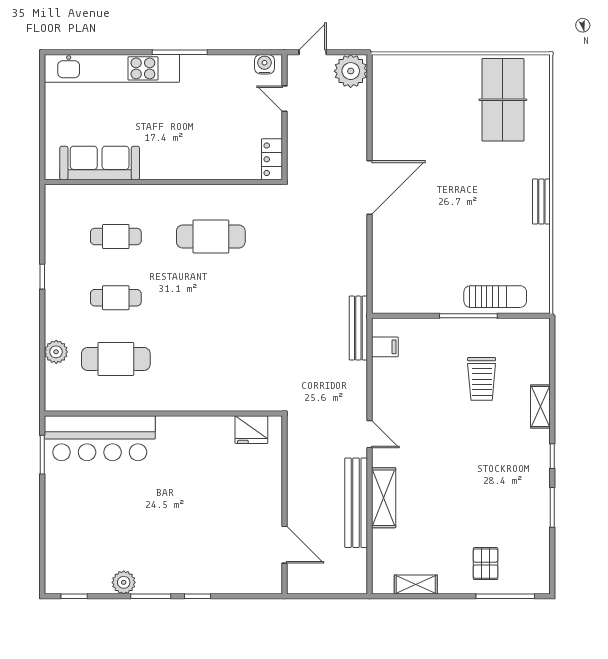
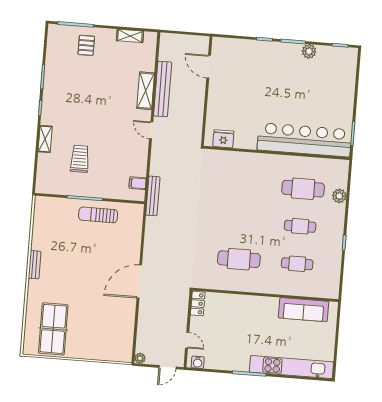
plant: (351, 71) -> (140, 358), width x0.53, depth x0.53
sun lounger: (495, 297) -> (98, 215), moved
bar counter: (100, 438) -> (304, 140), width x1.36

